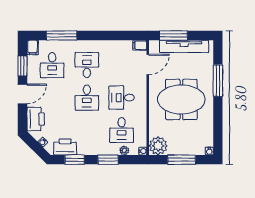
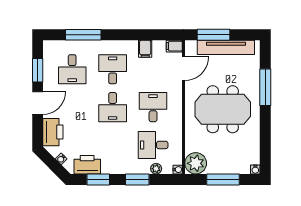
filing cabinet: (33, 47) -> (145, 49), moved
desk: (122, 98) -> (153, 107), turned 90
desk: (122, 130) -> (153, 145), turned 90

